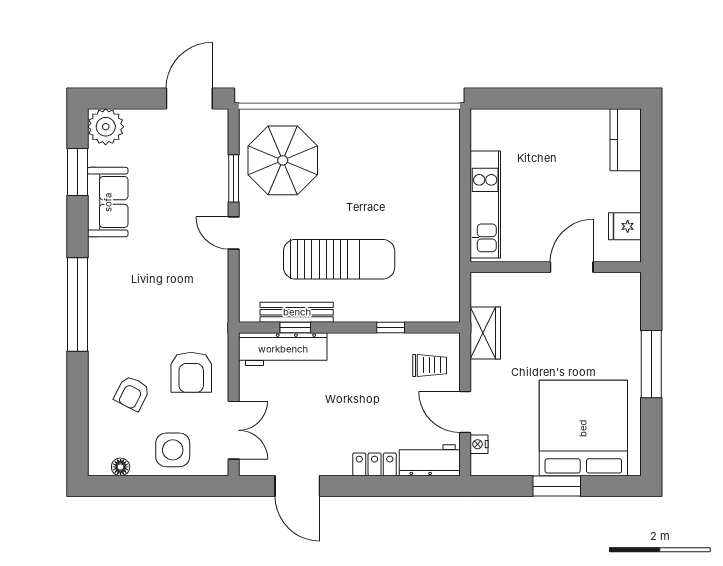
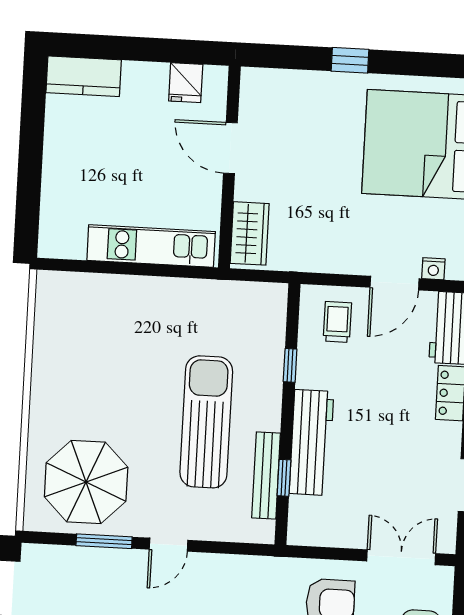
wardrobe: (485, 333) -> (250, 233), moved, turned 90
workbench: (283, 349) -> (311, 443), moved
window: (651, 364) -> (350, 60), width x0.46

